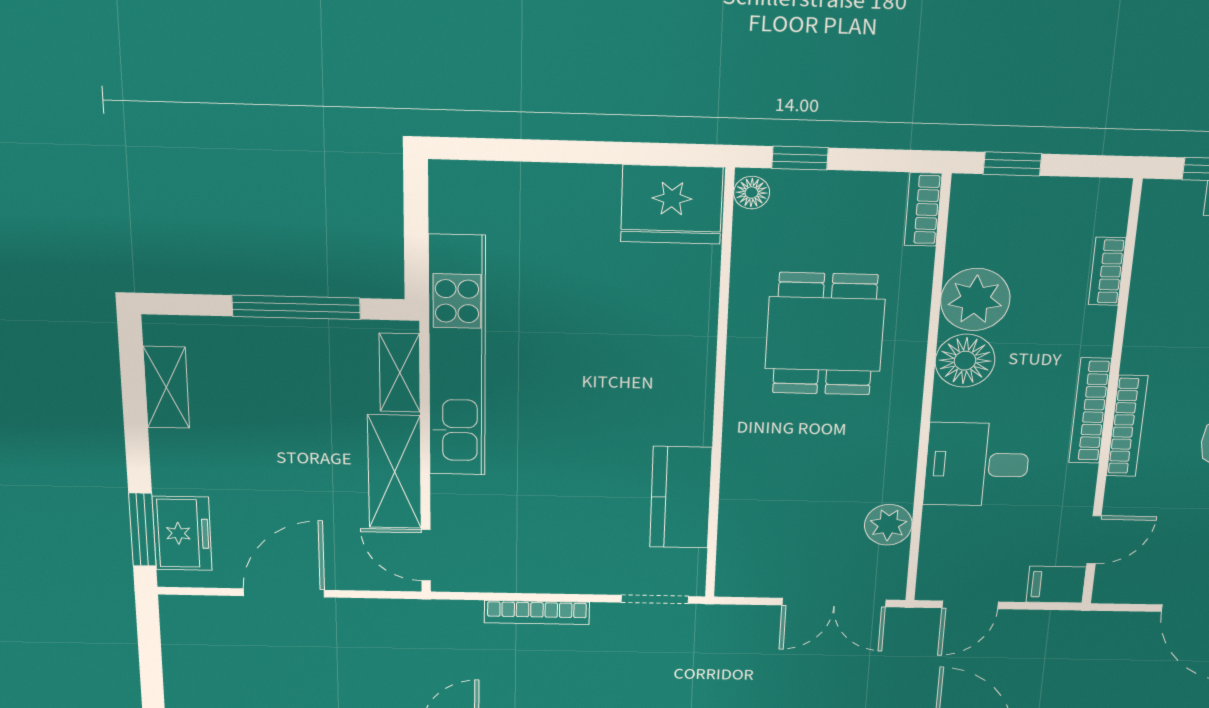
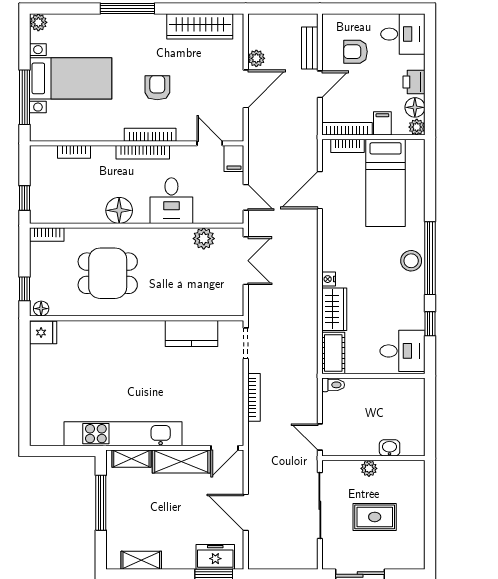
fridge: (672, 205) -> (43, 333), width x0.53, depth x0.75
plant: (975, 300) -> (89, 208), removed

